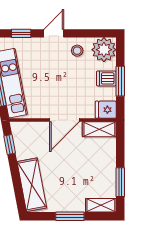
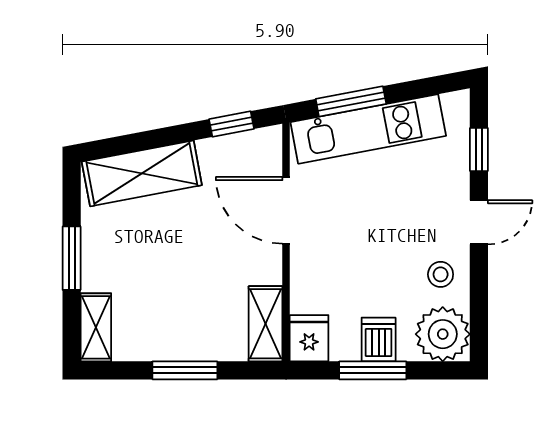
door: (54, 33) -> (479, 222), hinge flipped
door: (65, 120) -> (286, 210), moved
window: (120, 182) -> (185, 370), moved

